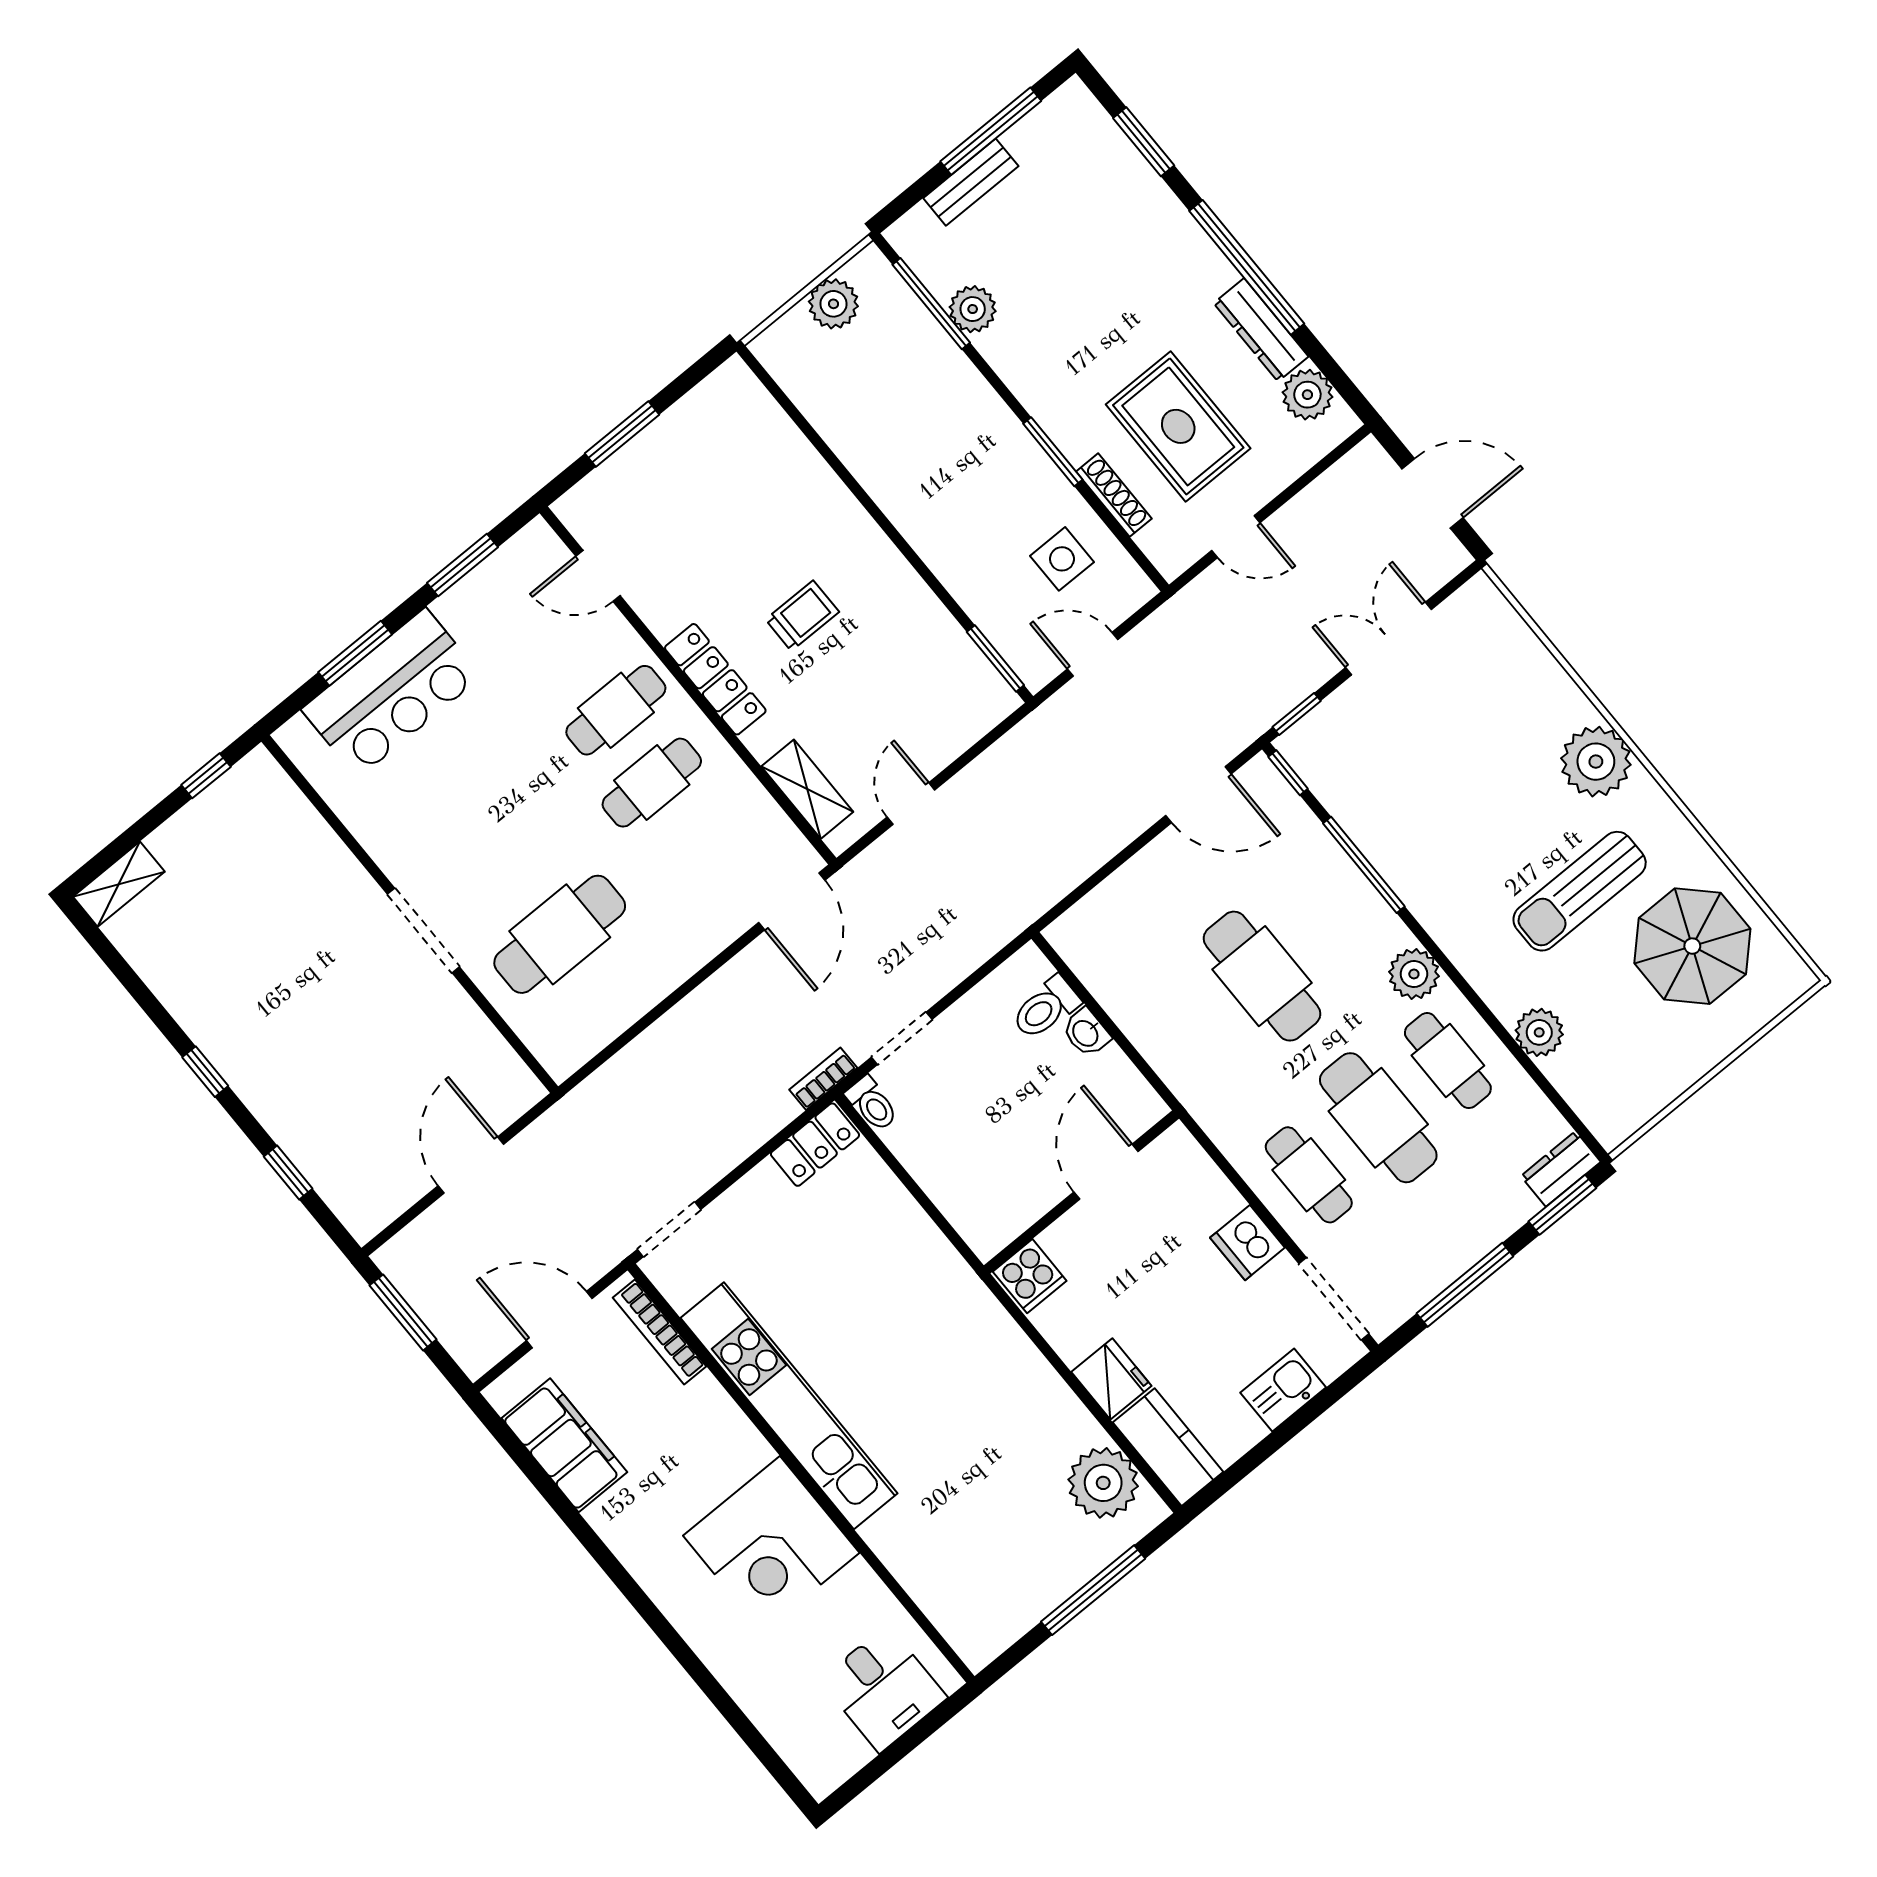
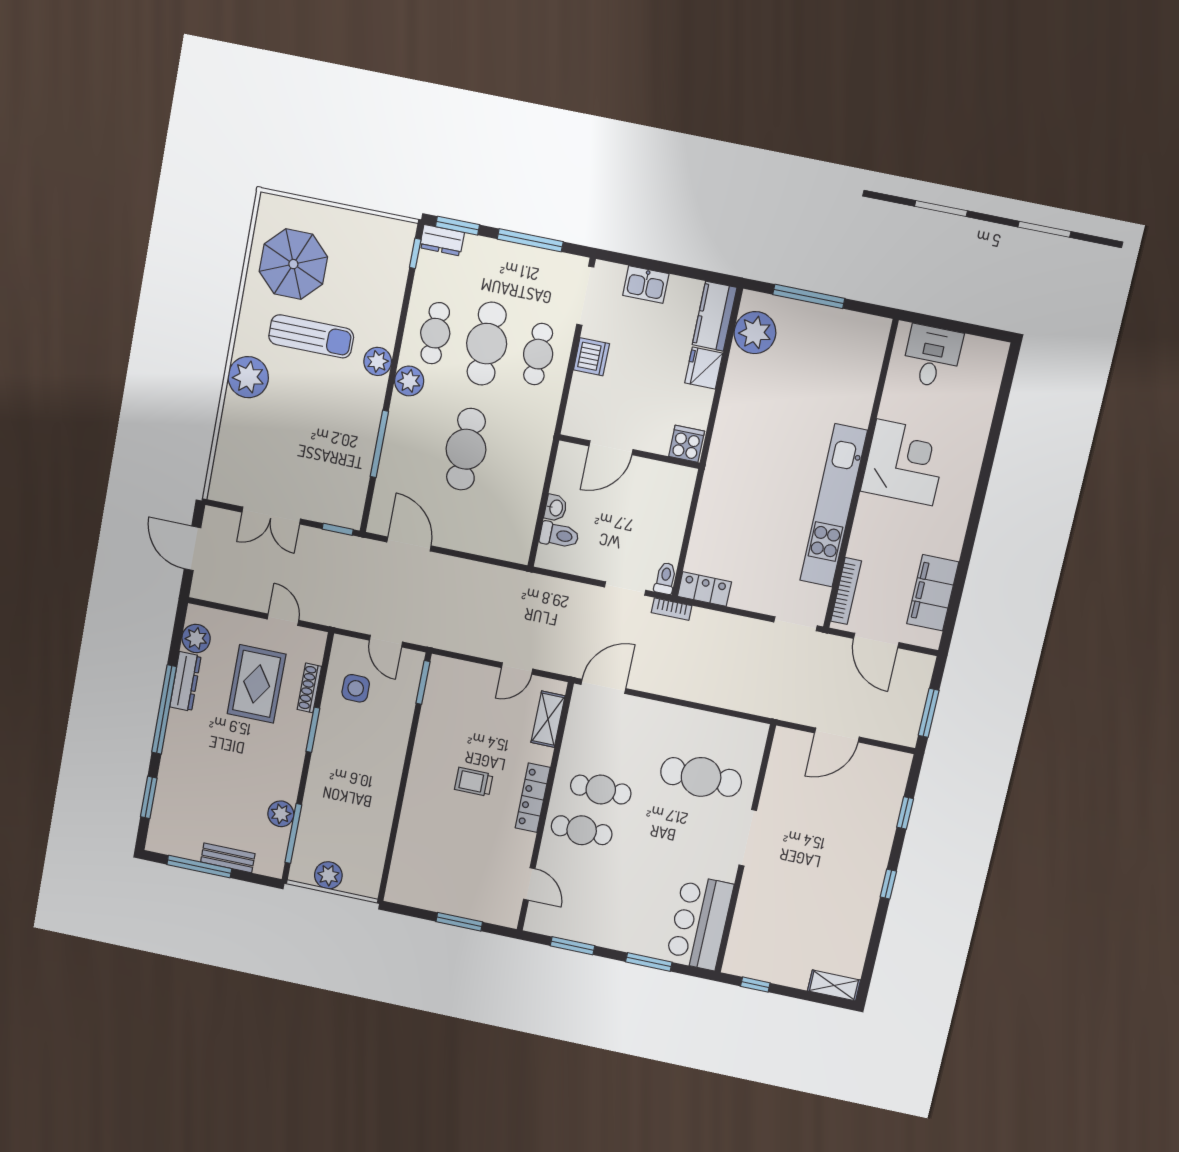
bar counter: (392, 693) -> (700, 923), moved, turned -90
window: (1288, 773) -> (415, 253), moved
plant: (1539, 1032) -> (378, 361), moved

